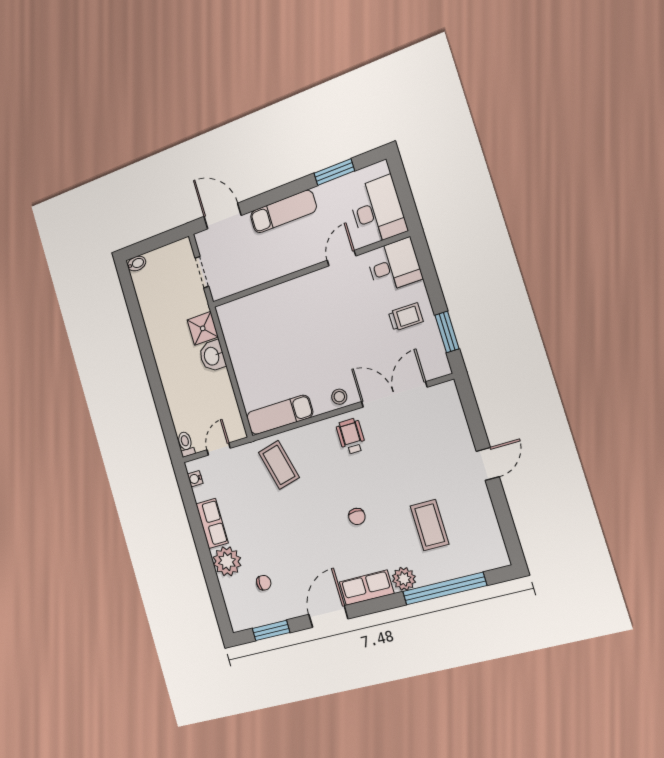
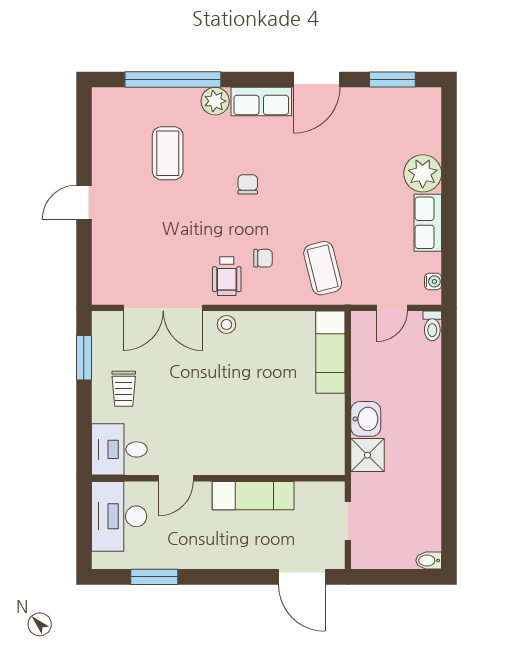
exam couch: (283, 212) -> (253, 496), moved, turned 180
trolley: (406, 317) -> (124, 389), turned -90
exam couch: (280, 415) -> (330, 352), moved, turned 90
chair: (264, 583) -> (263, 258), moved, turned 180

